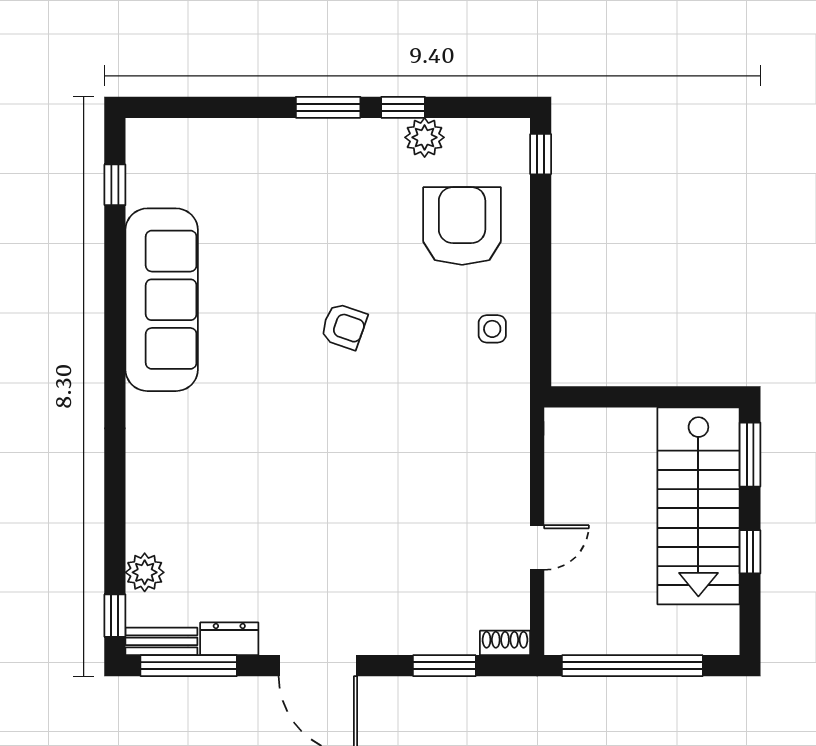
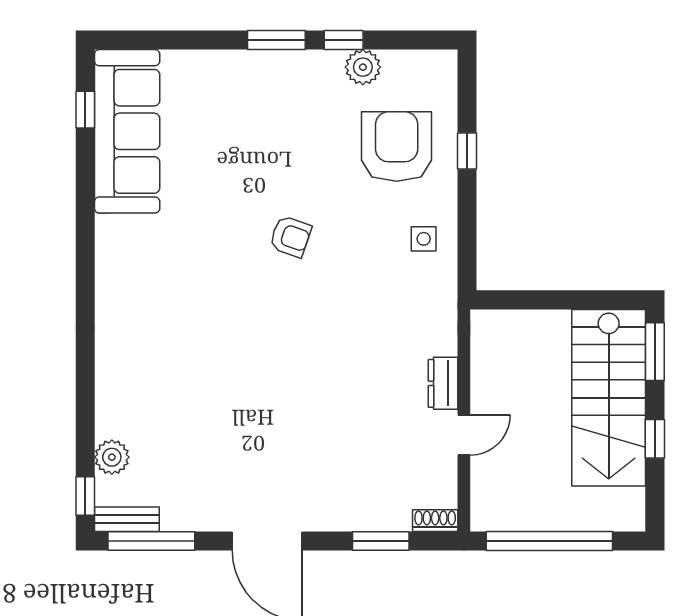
window: (541, 154) -> (467, 151), moved
sofa: (162, 300) -> (127, 131), moved
dresser: (229, 639) -> (443, 383), moved, turned -90

